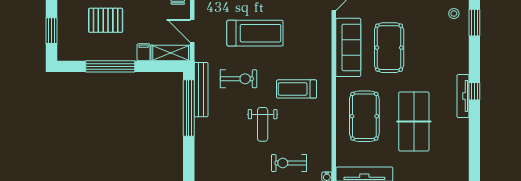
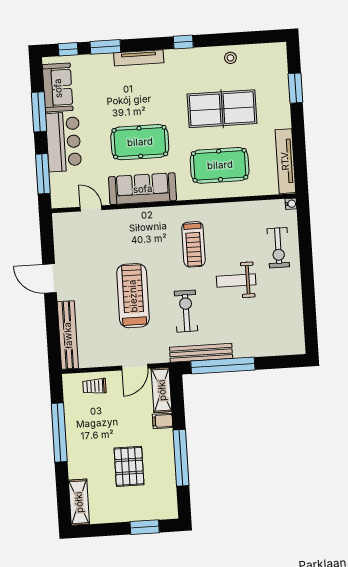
stool: (454, 14) -> (230, 58), moved
tv unit: (463, 96) -> (139, 58), moved
weight bench: (263, 124) -> (236, 280), turned 180

